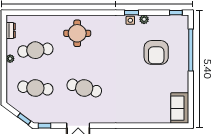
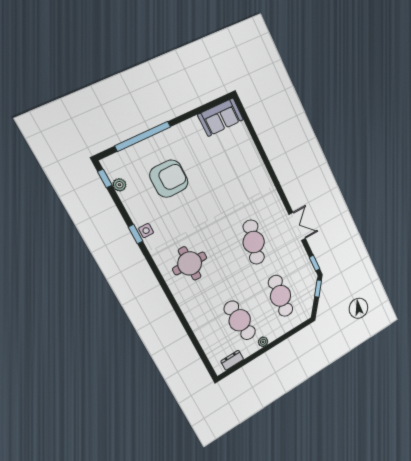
plant: (144, 19) -> (119, 185), moved
round table: (77, 33) -> (190, 263), moved

